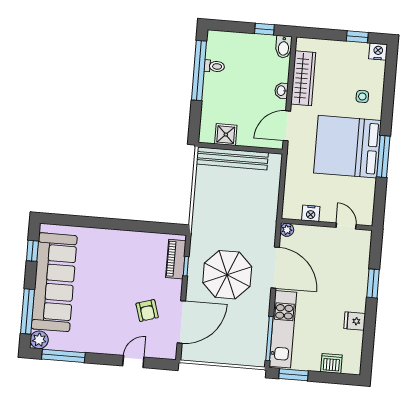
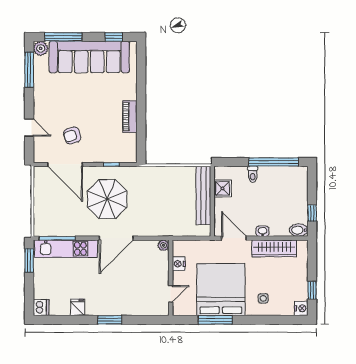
toilet: (214, 66) -> (253, 174), moved
nightstand: (311, 213) -> (179, 264), moved
wall: (327, 224) -> (171, 278), moved
door: (346, 226) -> (171, 294), moved
plant: (287, 230) -> (163, 245), moved
piano: (176, 259) -> (130, 117), moved, turned -90
dishwasher: (331, 363) -> (41, 307), moved

